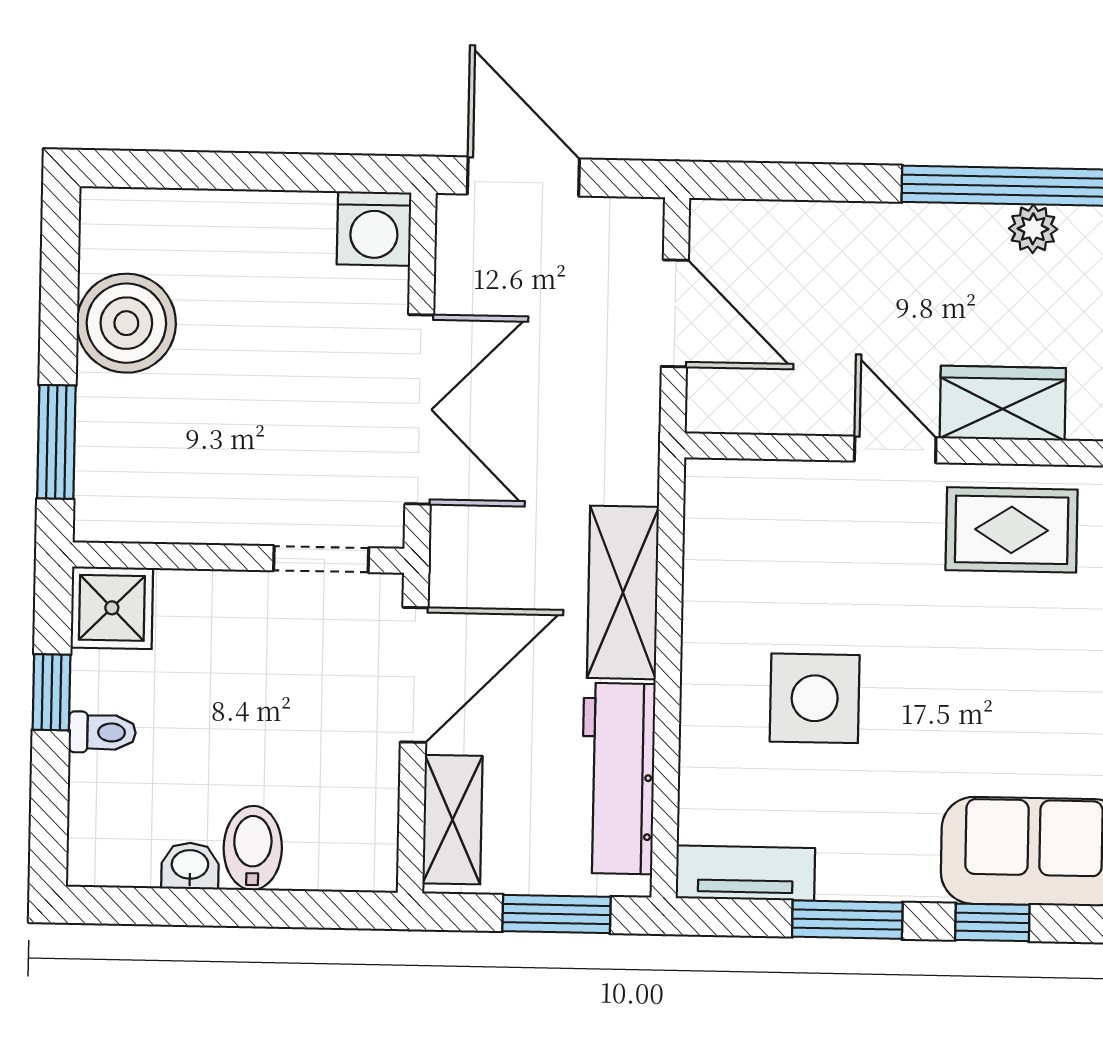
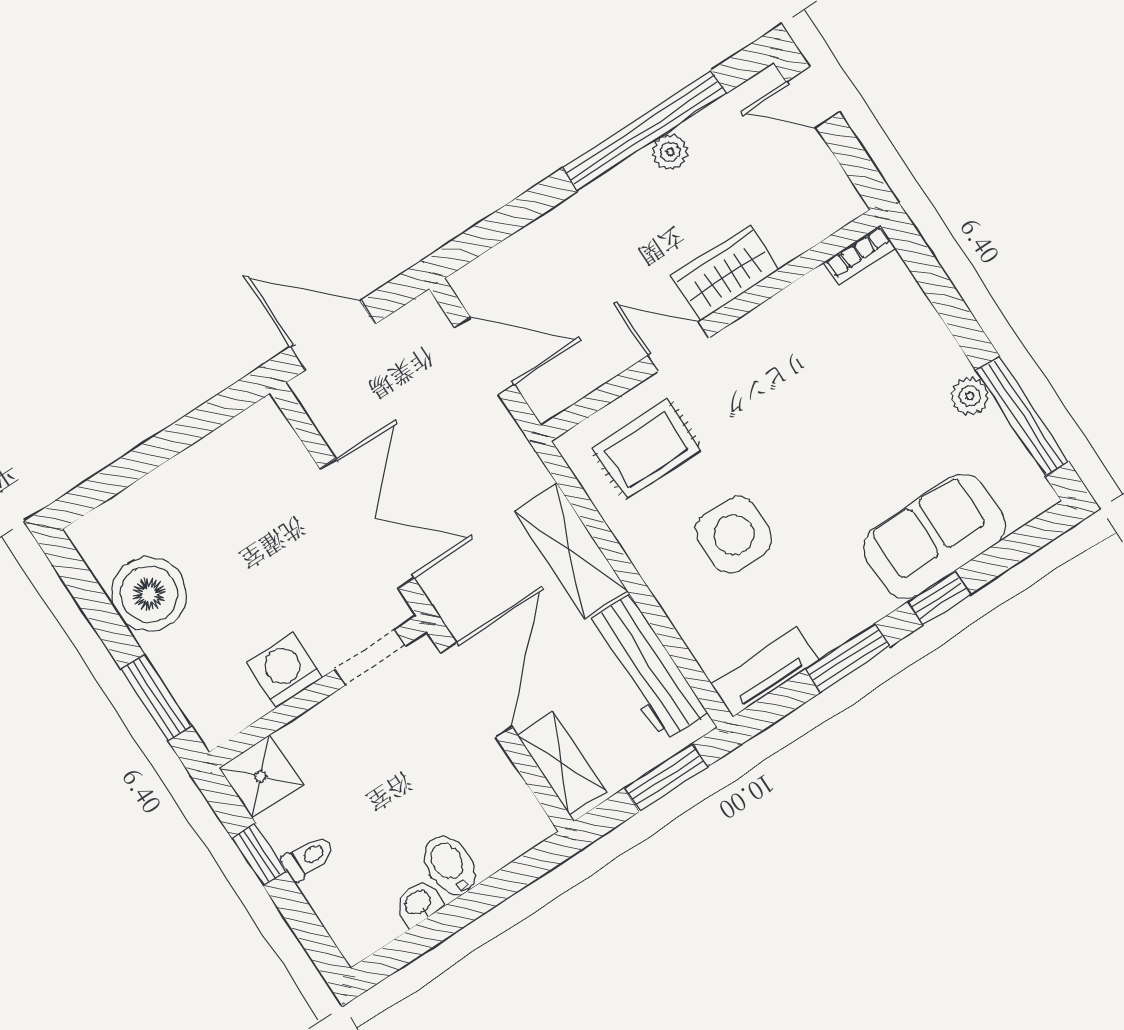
washing machine: (374, 228) -> (285, 670), moved, turned 180
rug: (1012, 530) -> (646, 449), moved

